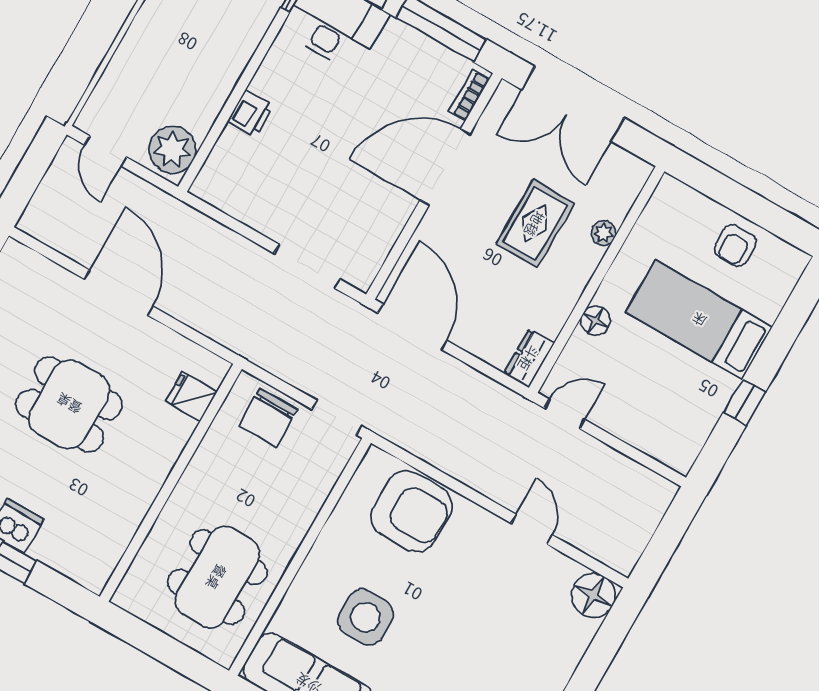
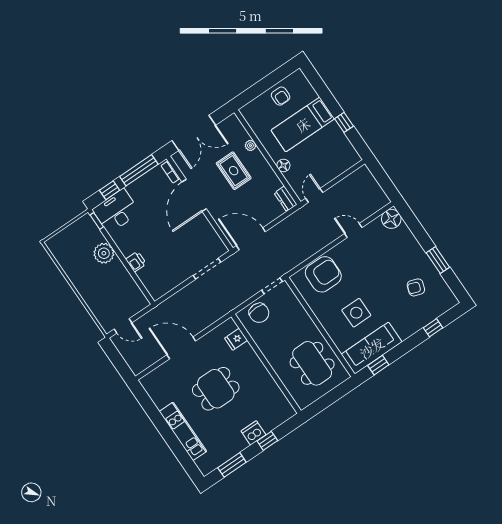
plant: (173, 150) -> (104, 253), moved

